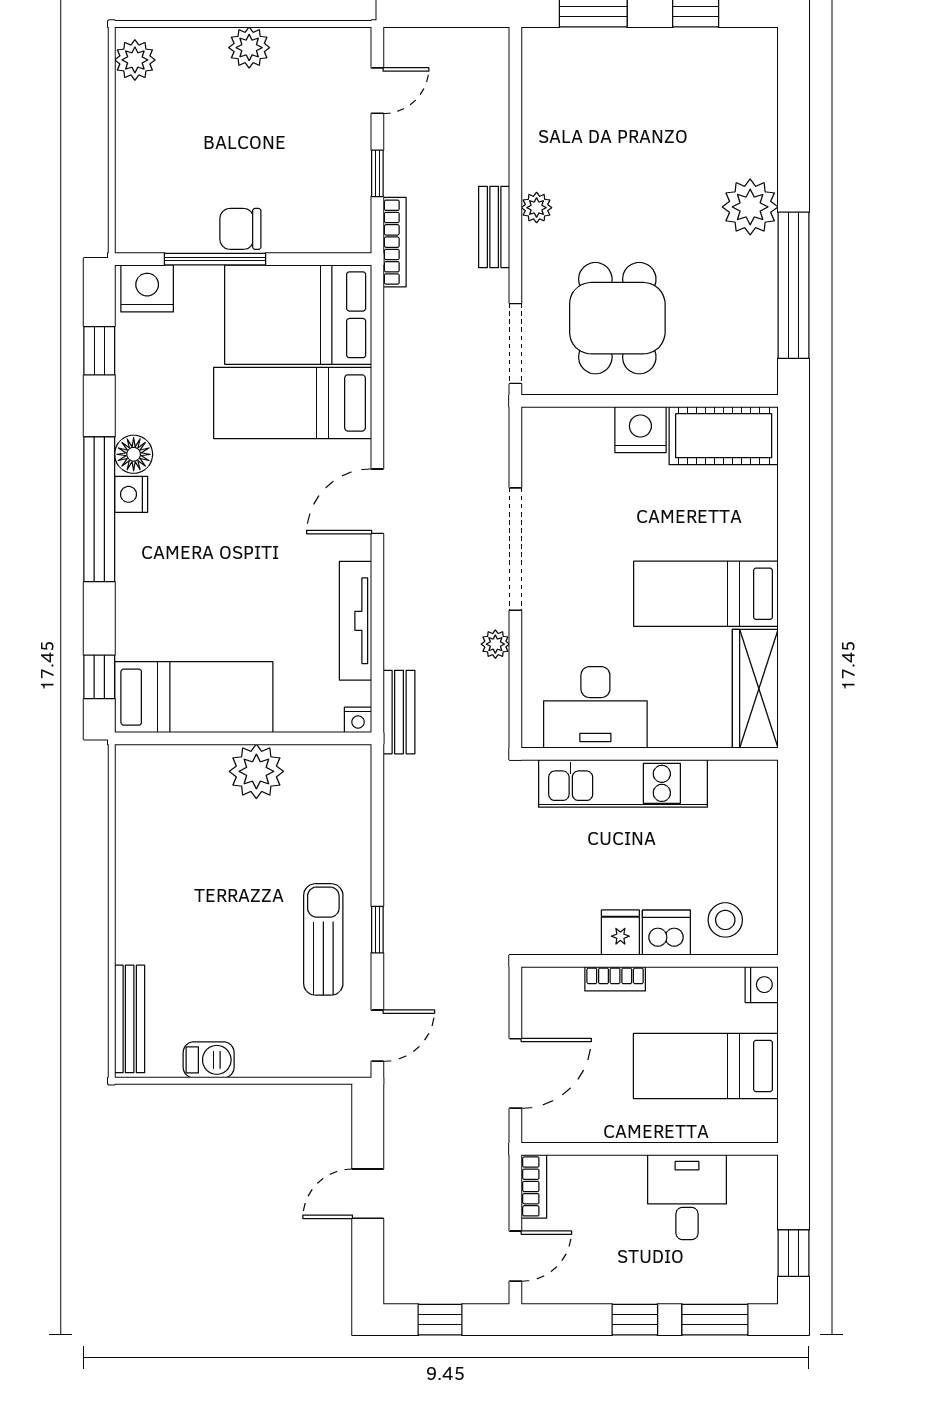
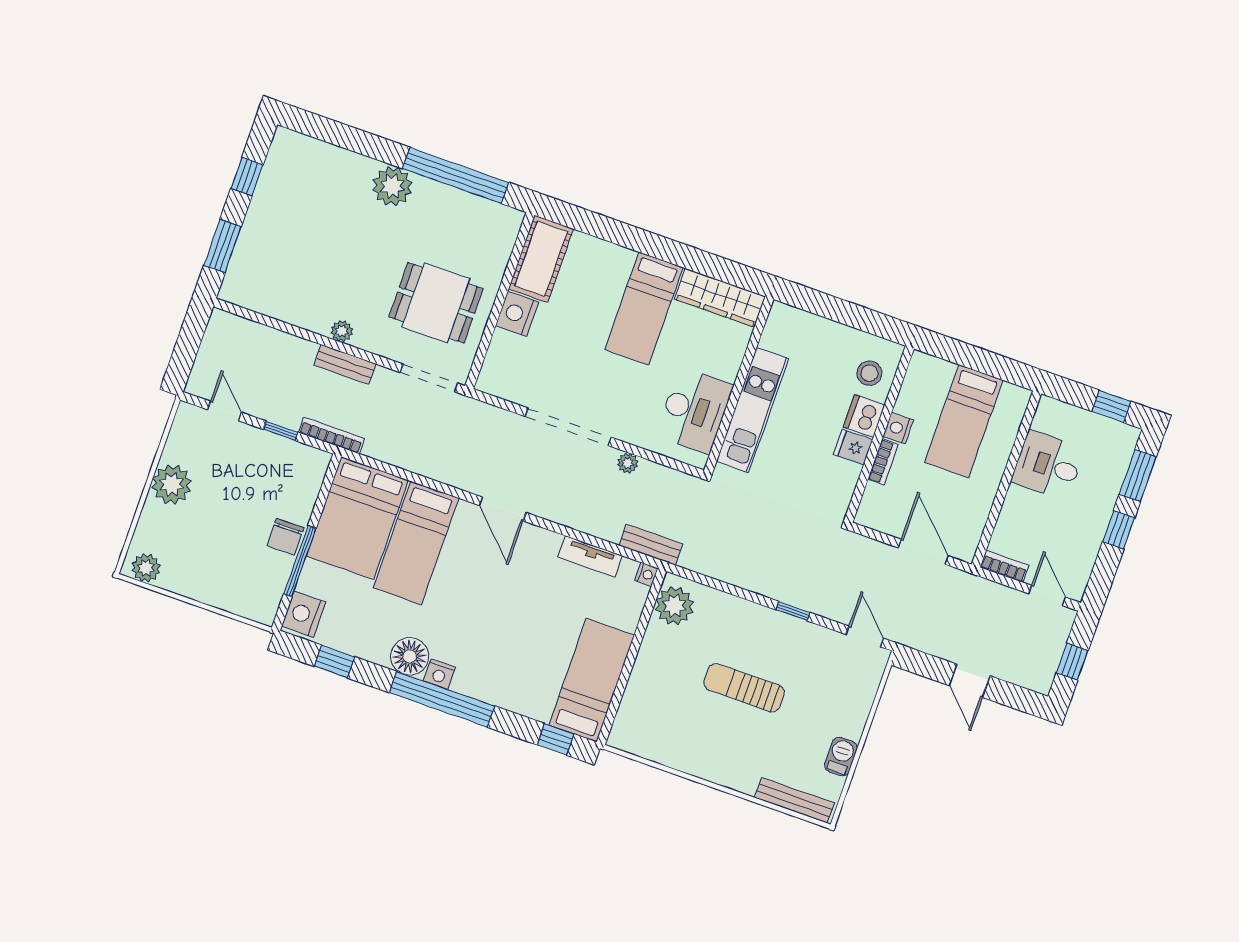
plant: (249, 48) -> (172, 484), width x1.36, depth x1.36
floor lamp: (134, 454) -> (410, 656), width x1.38, depth x1.38
tv unit: (355, 621) -> (590, 556), width x0.71
plant: (256, 771) -> (674, 606), moved
sun lounger: (323, 939) -> (744, 688), moved
nightstand: (762, 985) -> (898, 428), moved, turned -90

